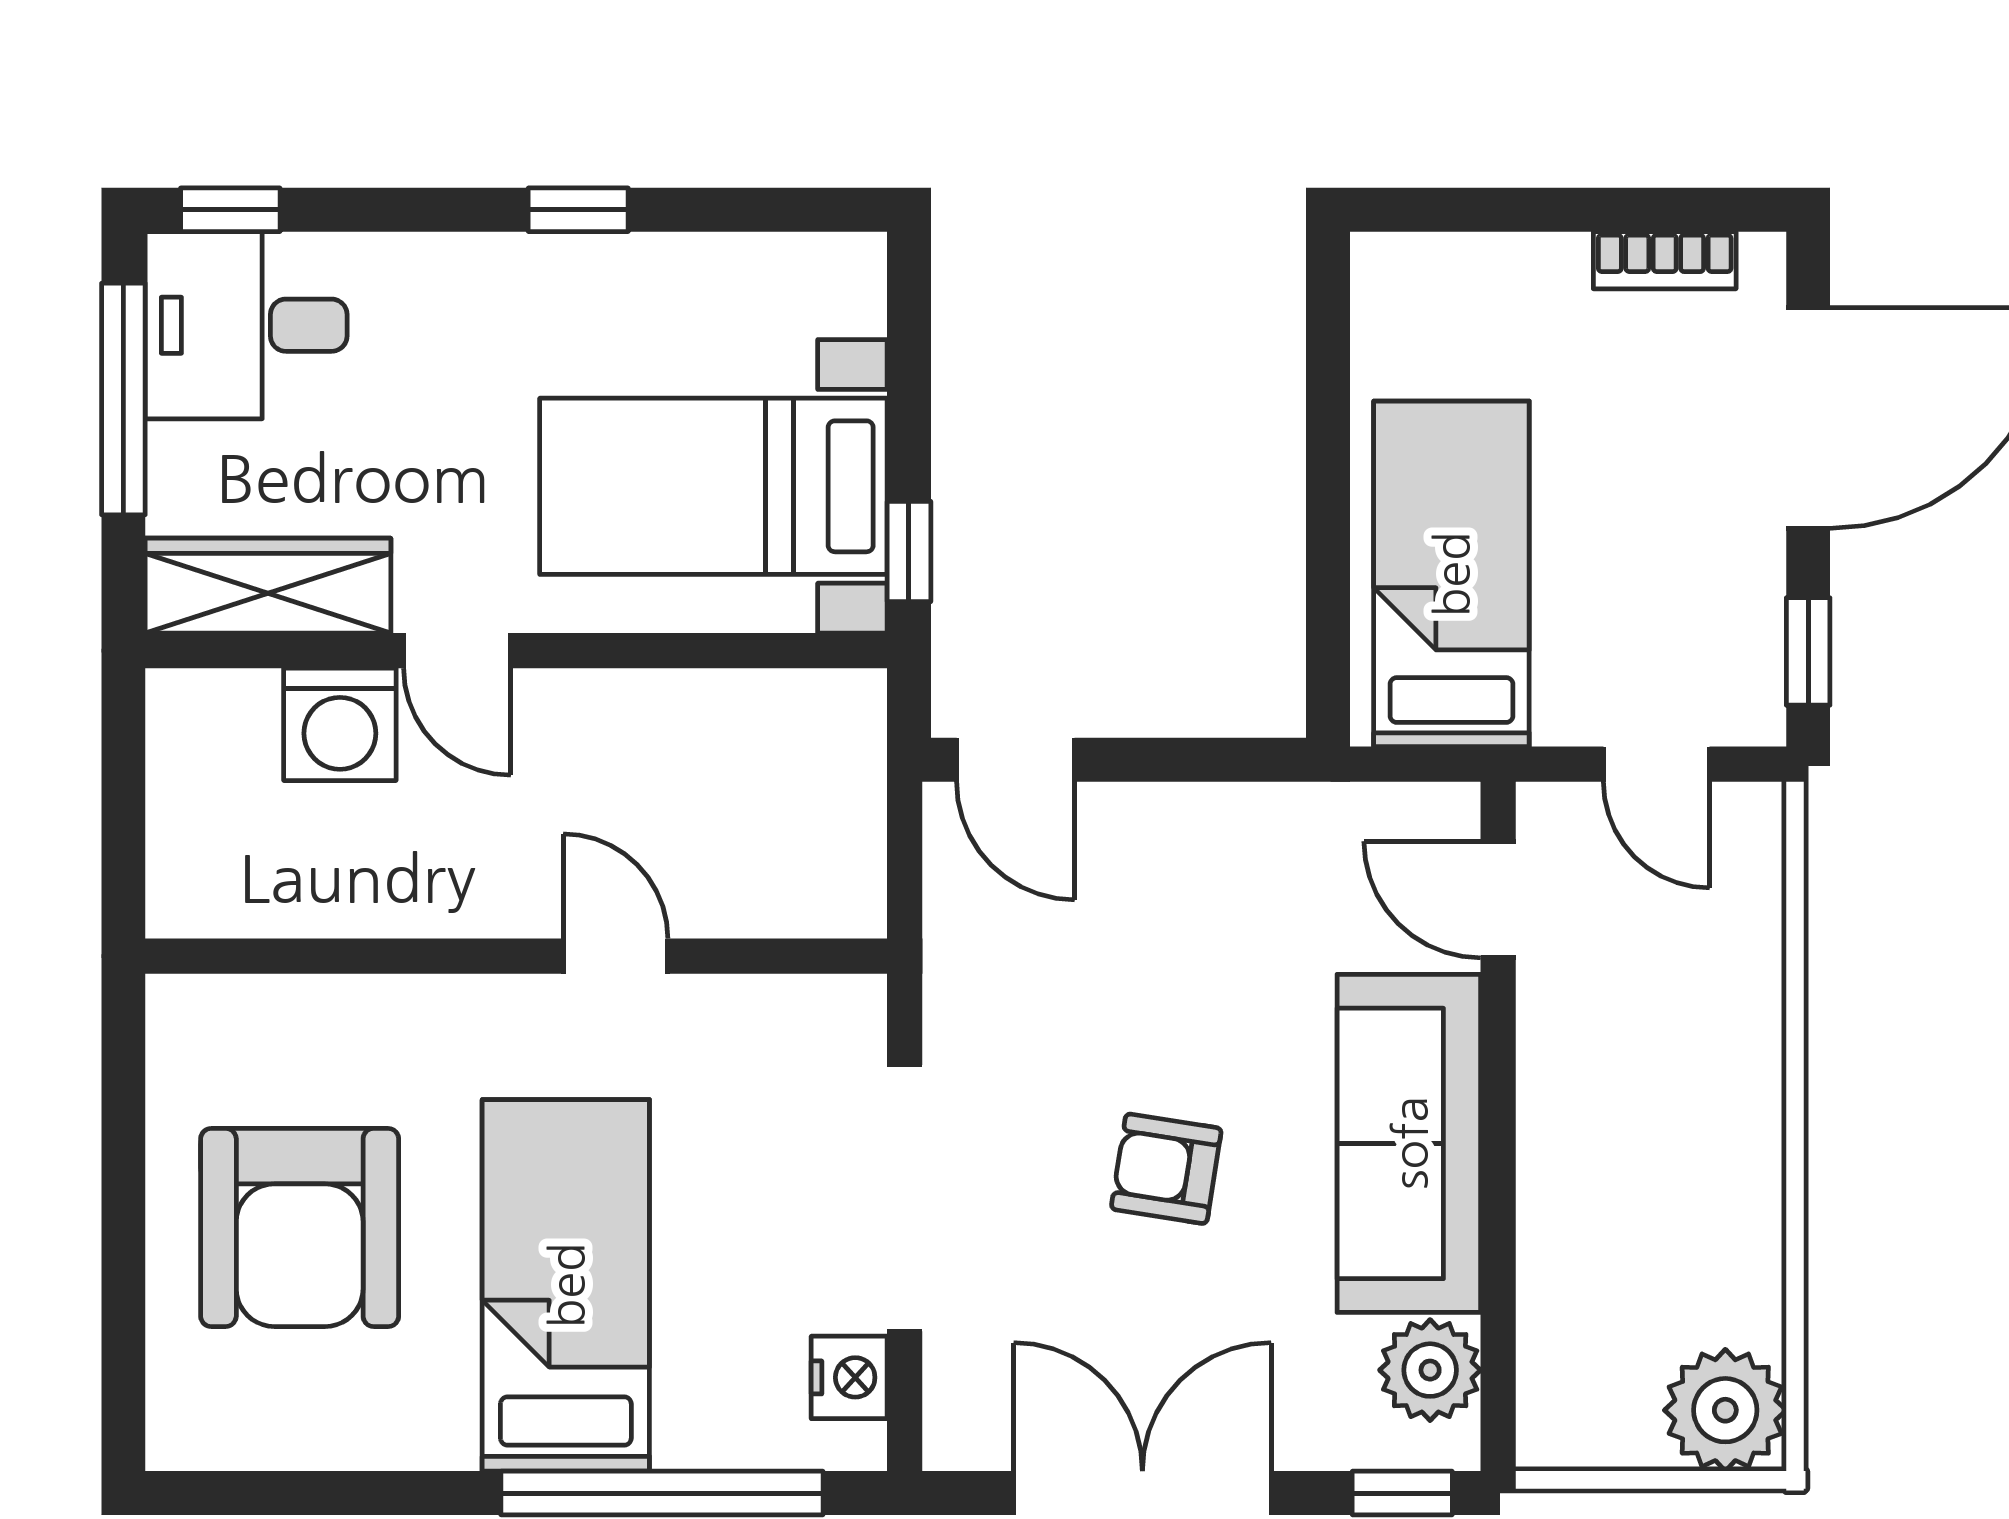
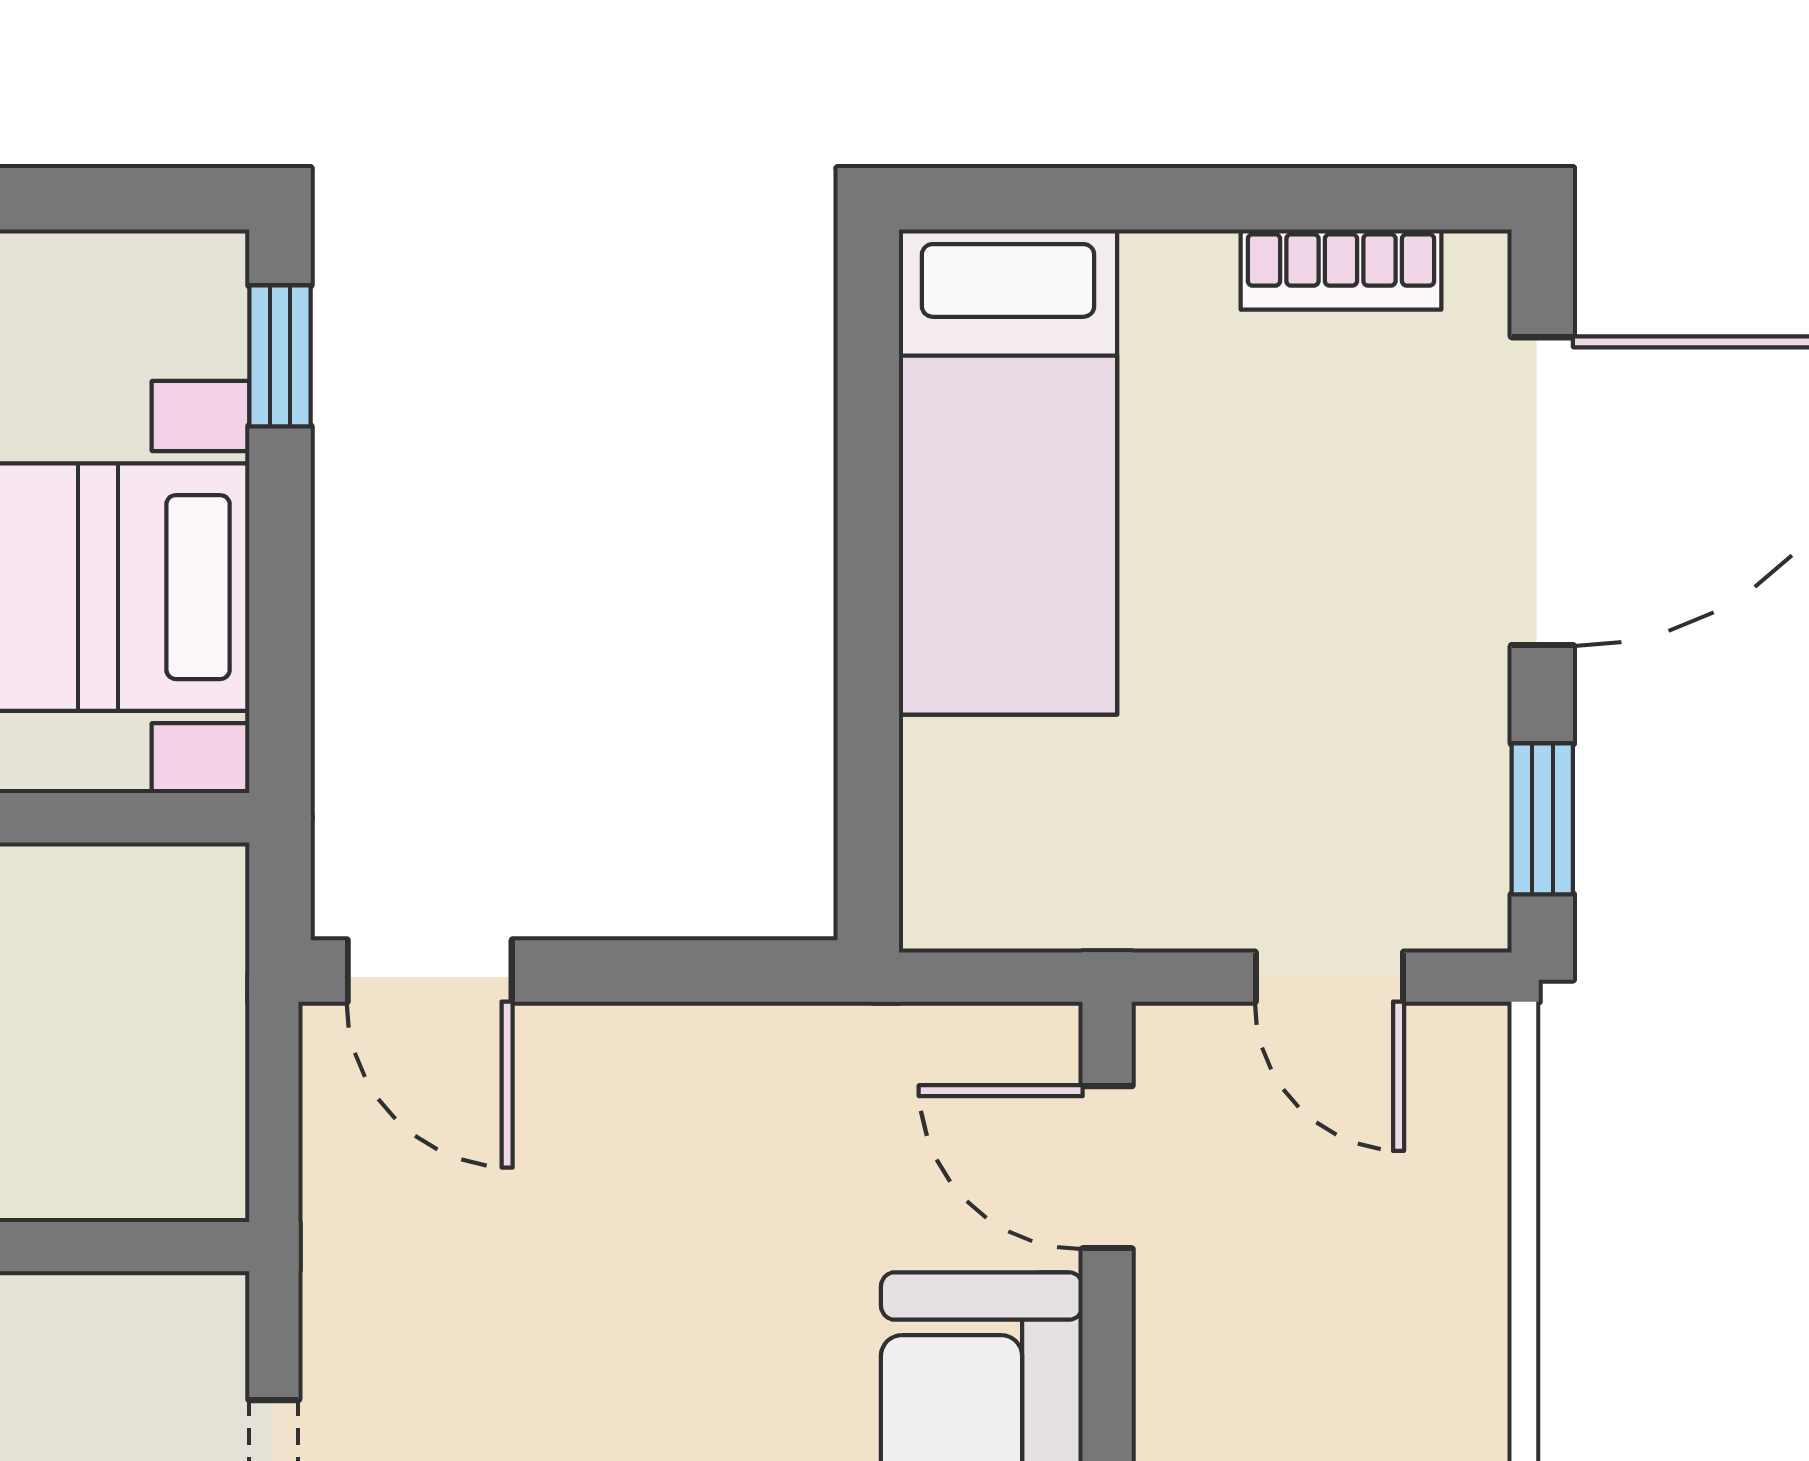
window: (909, 551) -> (280, 356), moved
bed: (1451, 574) -> (1008, 472), moved, turned 180

